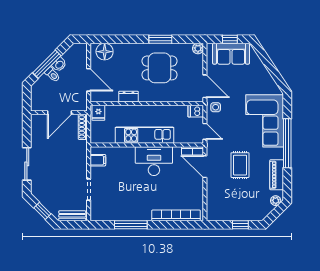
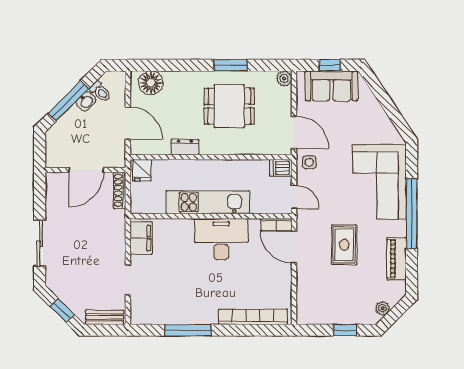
toilet: (52, 75) -> (100, 92), moved
filing cabinet: (98, 160) -> (141, 238), width x2.00
plant: (276, 201) -> (383, 308), moved

